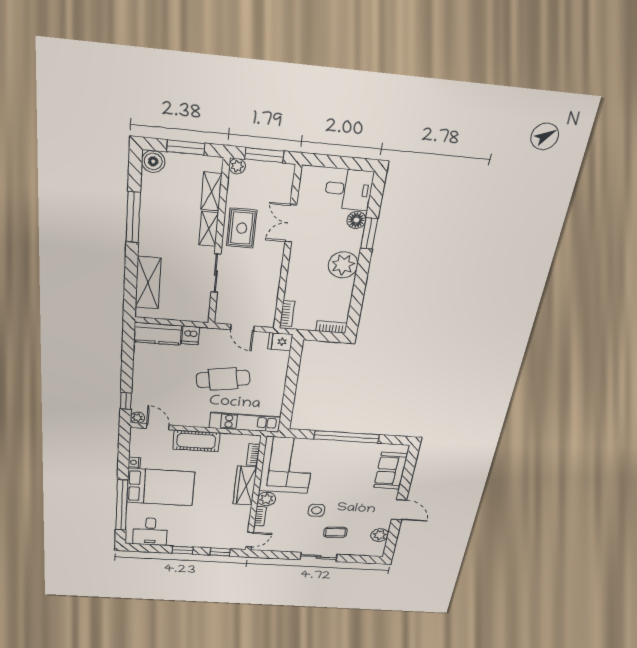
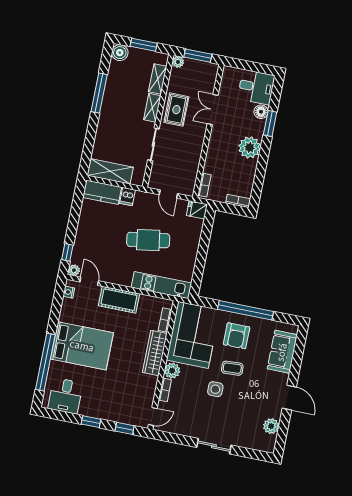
shelving: (148, 283) -> (110, 171), moved, turned 90
armchair: (337, 461) -> (237, 336), added
nightstand: (134, 462) -> (69, 292), moved
coffee table: (335, 532) -> (232, 368), moved

